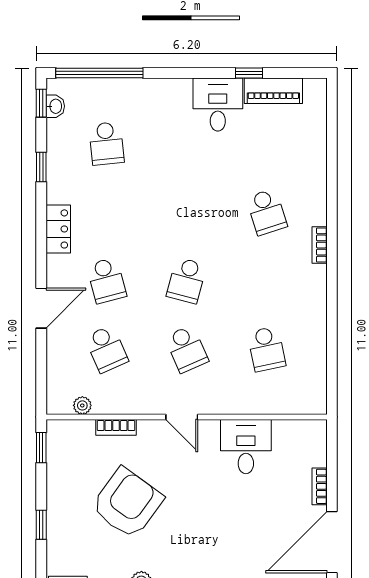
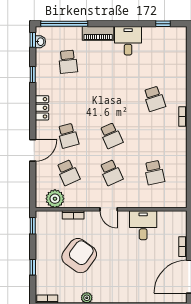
window: (249, 73) -> (163, 24), moved
piano: (273, 91) -> (98, 33), moved
school desk: (187, 280) -> (111, 136), turned -39
plant: (82, 405) -> (55, 199), width x1.88, depth x1.88

